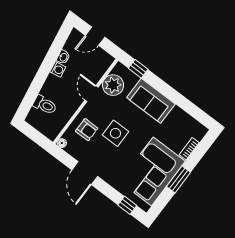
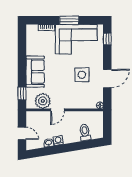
armchair: (87, 130) -> (81, 97), removed
side table: (115, 133) -> (82, 75), moved

